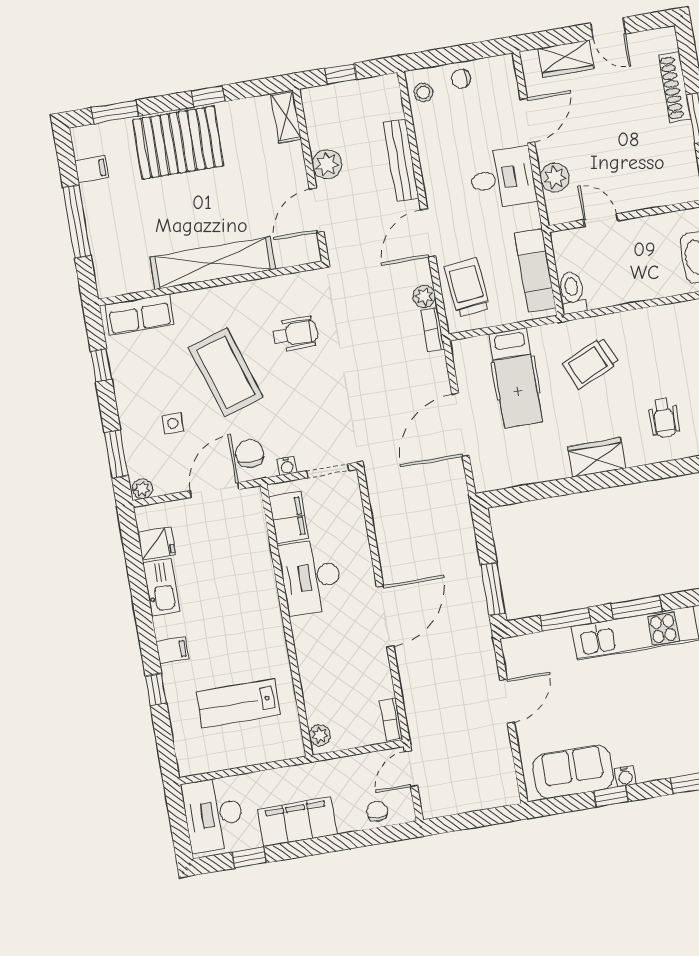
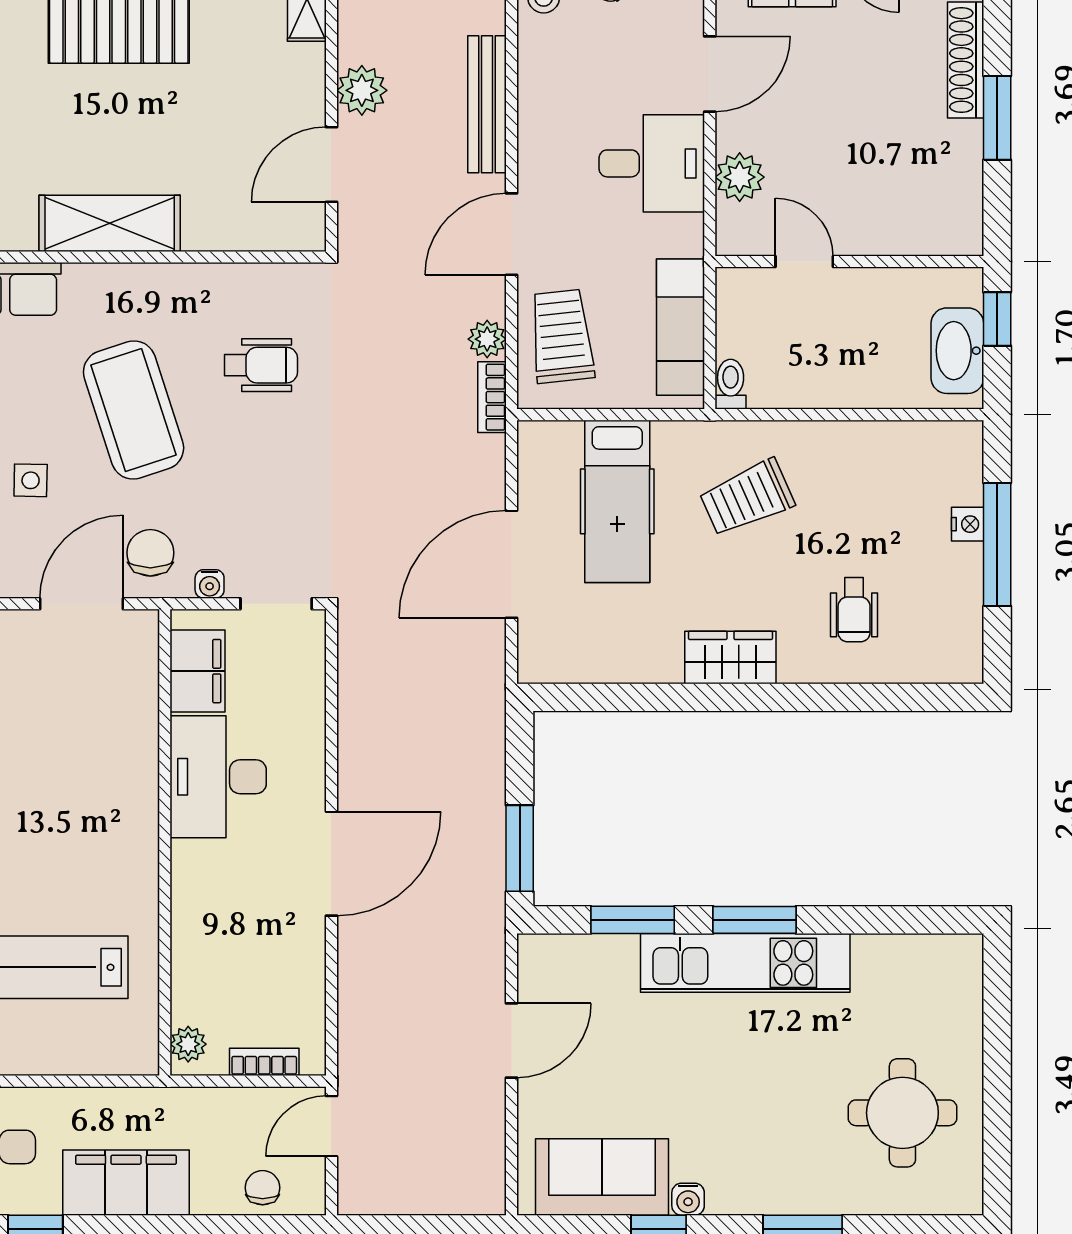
shelving: (213, 263) -> (110, 223), width x0.68
toilet: (572, 292) -> (731, 384), width x0.73, depth x0.72
bookcase: (391, 720) -> (264, 1062), moved, turned 90

